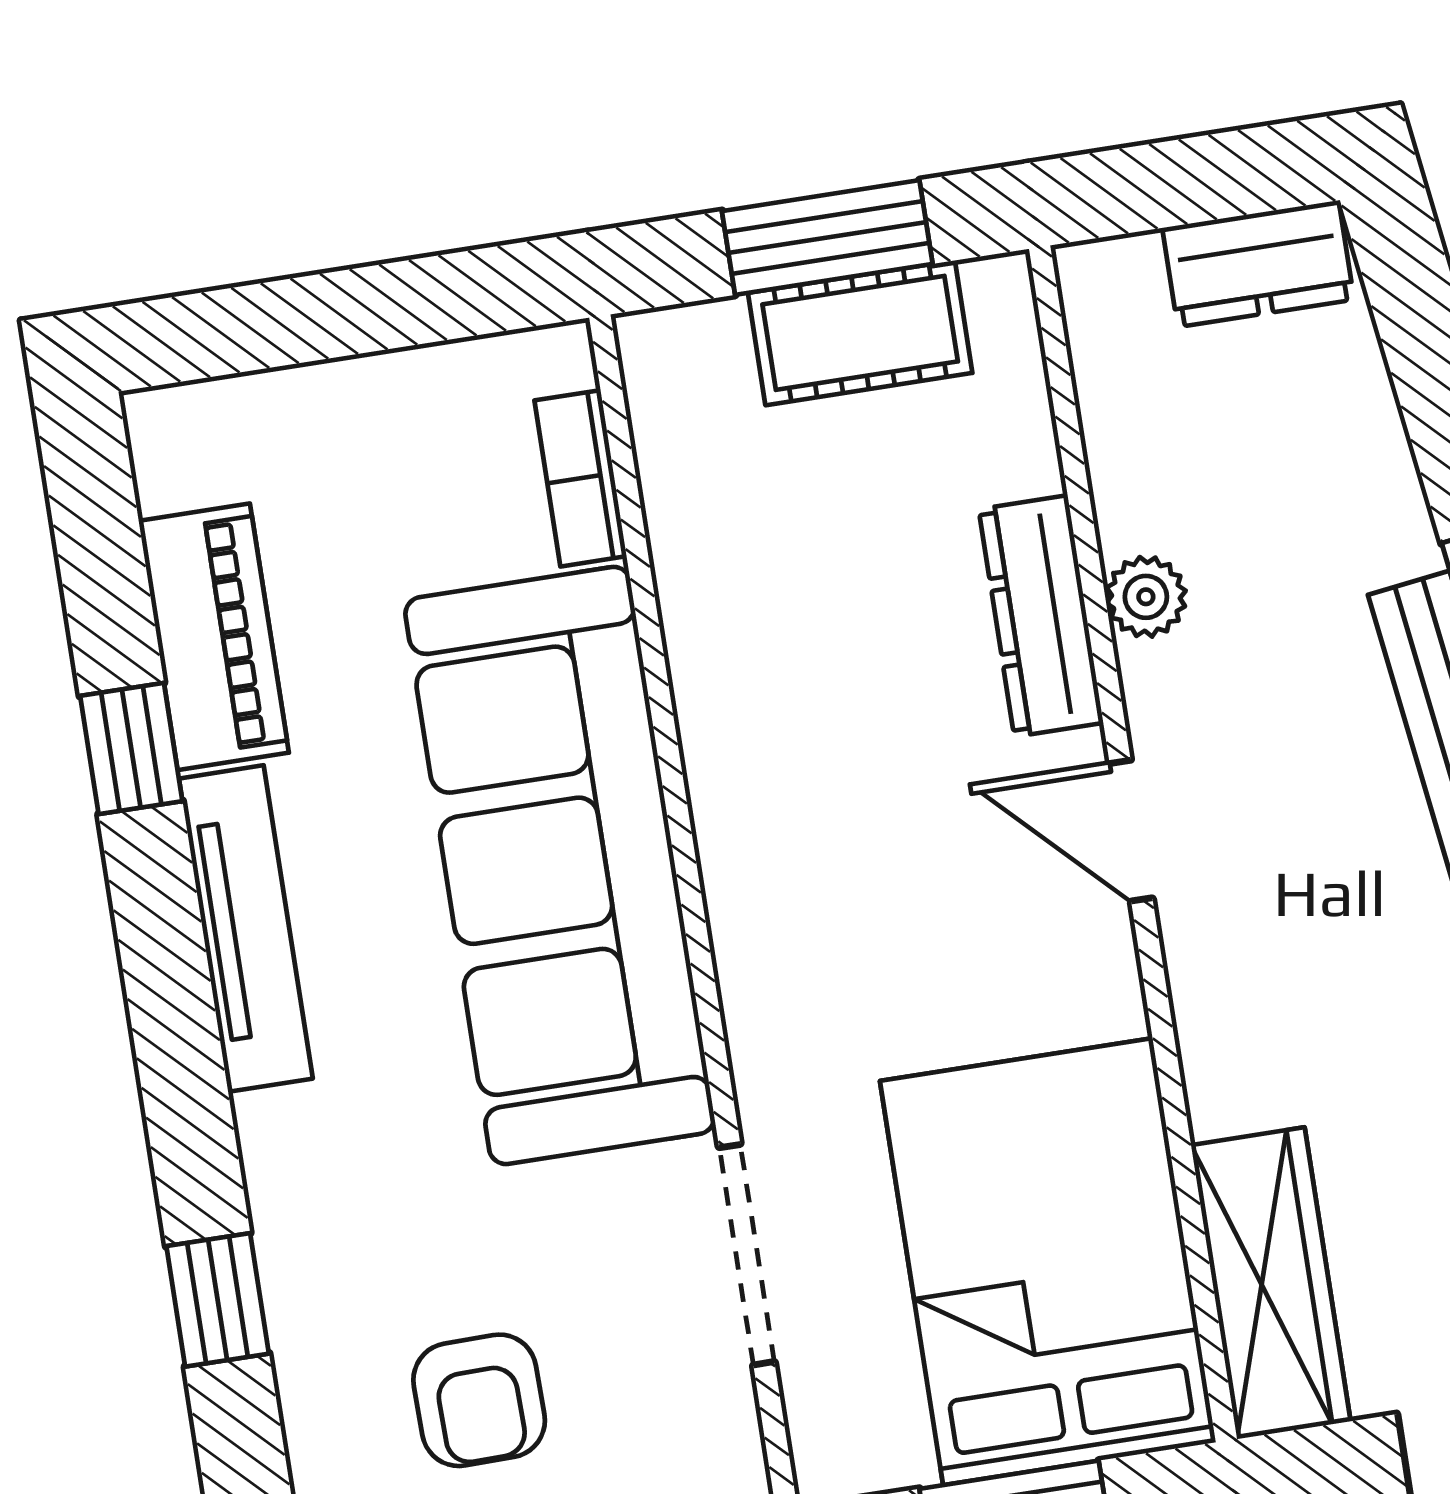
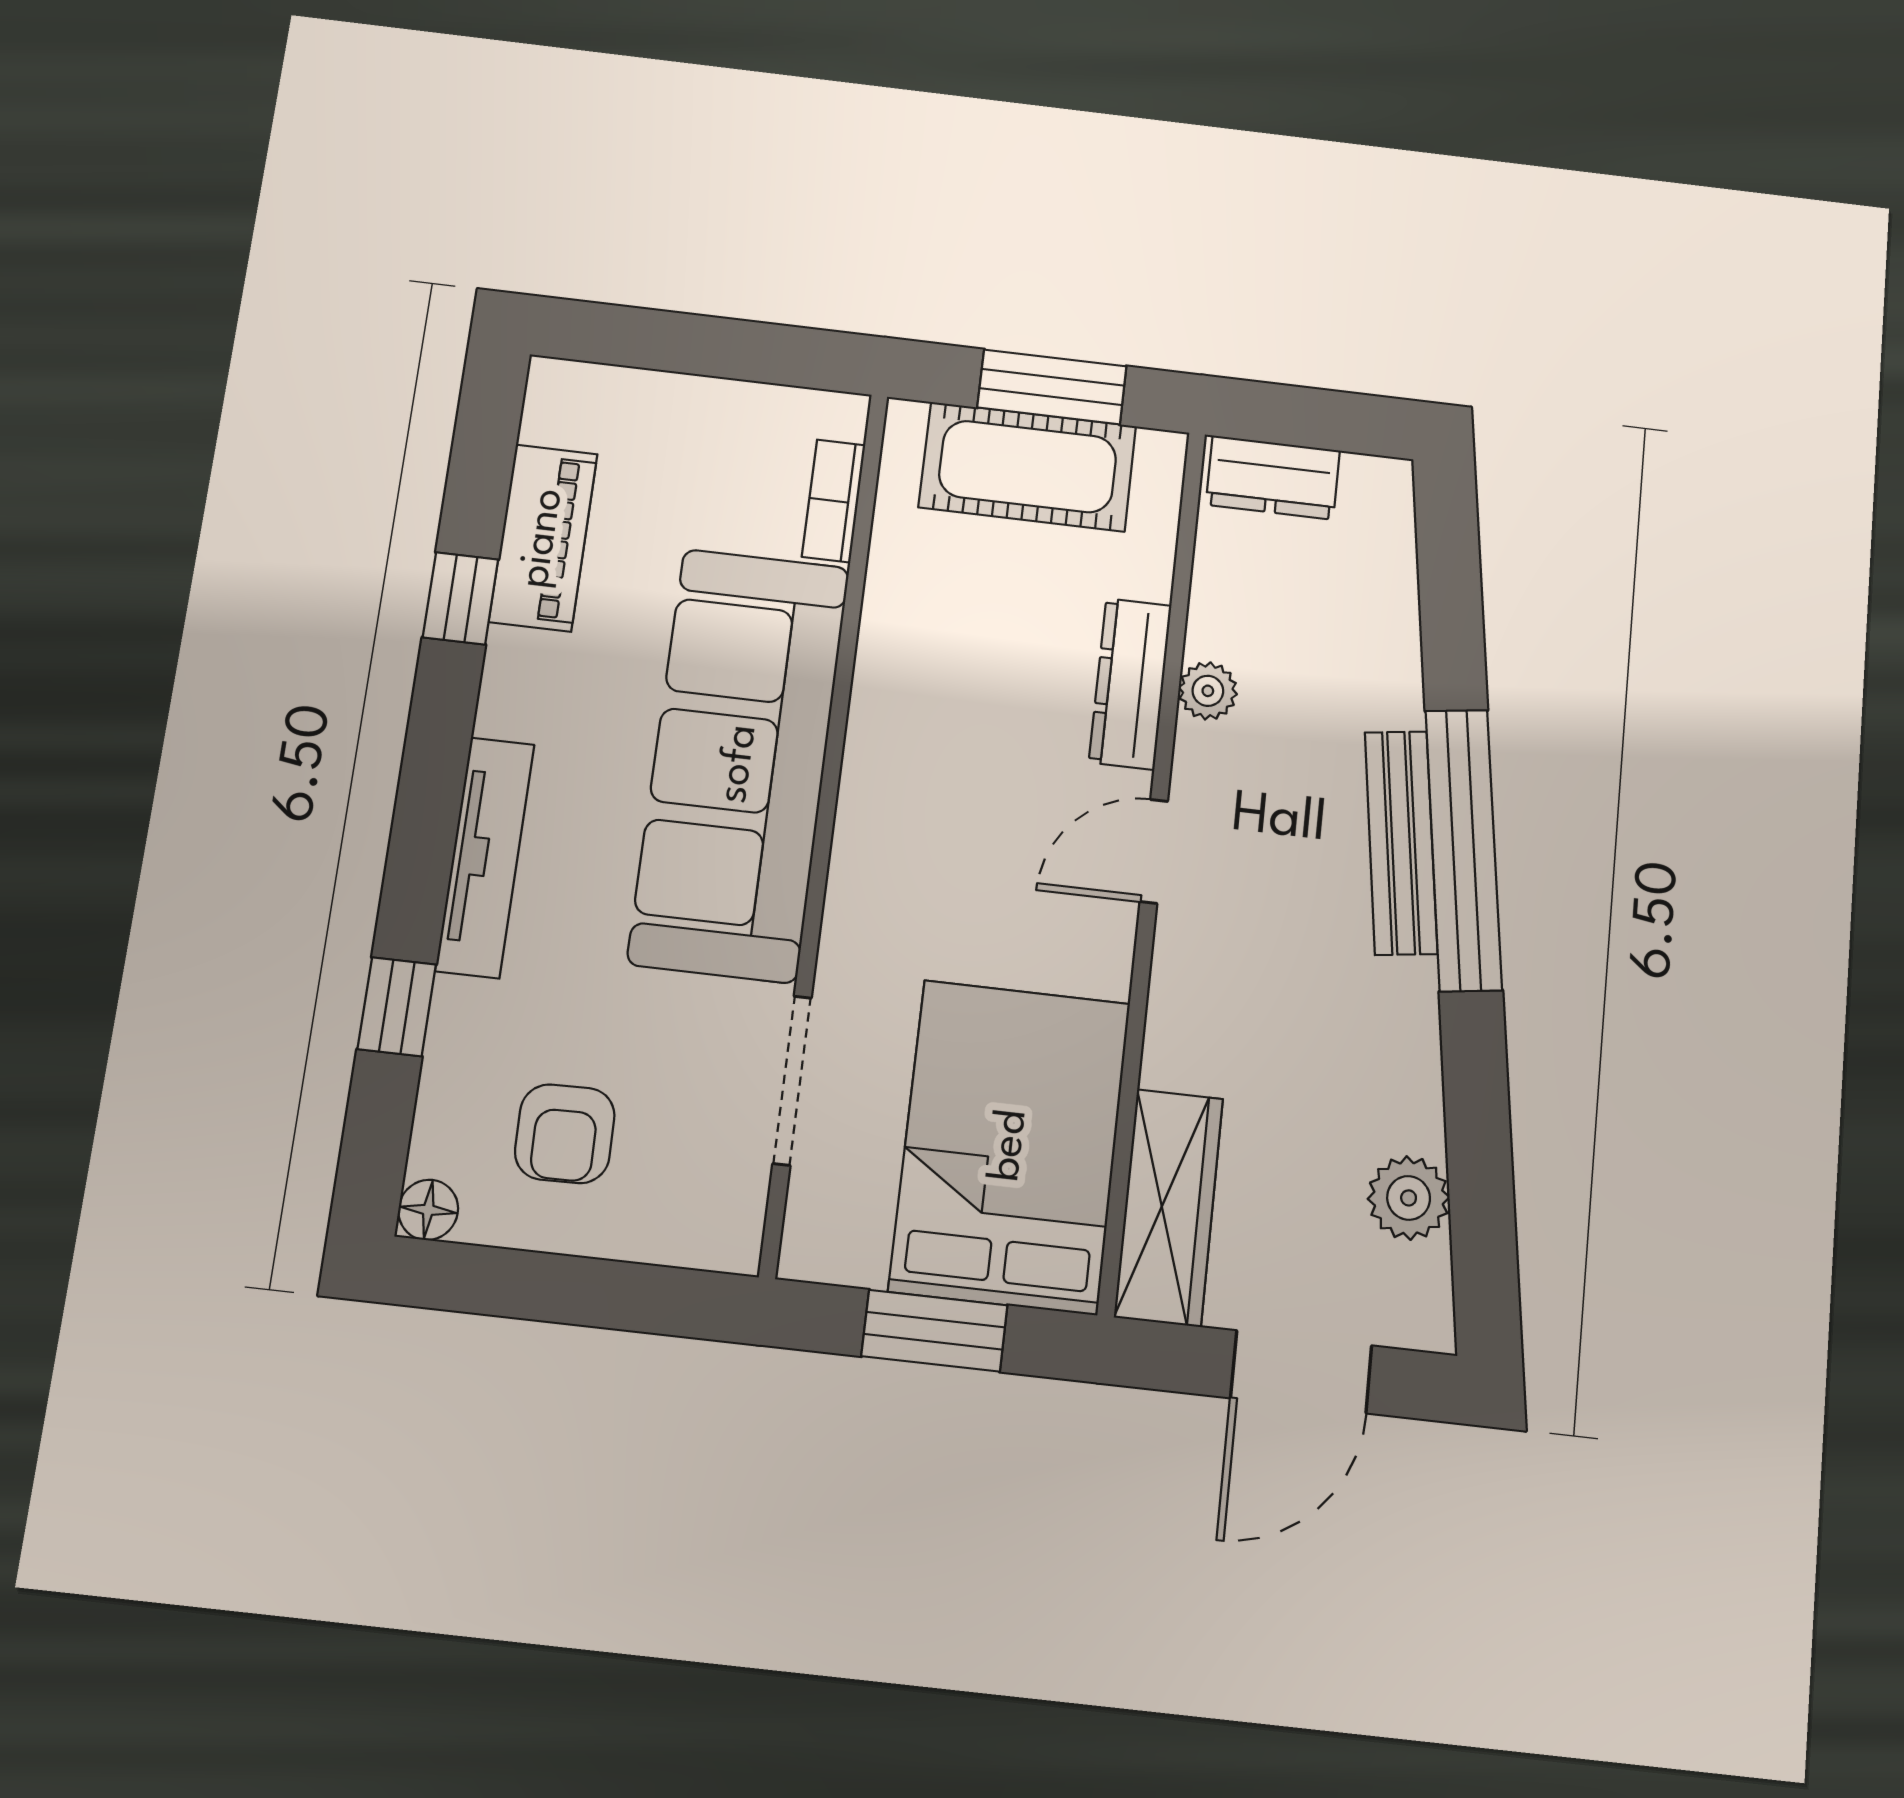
dresser: (1258, 264) -> (1273, 478), moved
cot: (860, 333) -> (1028, 467), width x1.37, depth x1.34
door: (1131, 831) -> (1154, 851), hinge flipped
tv unit: (246, 929) -> (485, 857), moved

